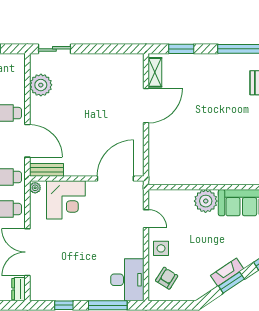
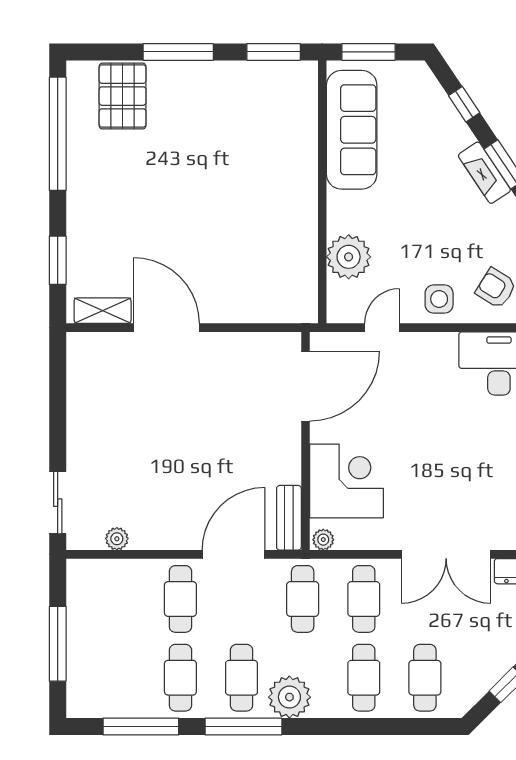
plant: (41, 85) -> (117, 539), width x0.53, depth x0.53
door: (115, 178) -> (305, 386), swing flipped
plant: (206, 201) -> (349, 257), moved

